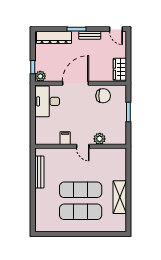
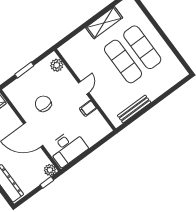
chair: (103, 96) -> (43, 104), moved
plant: (100, 139) -> (57, 65), moved

